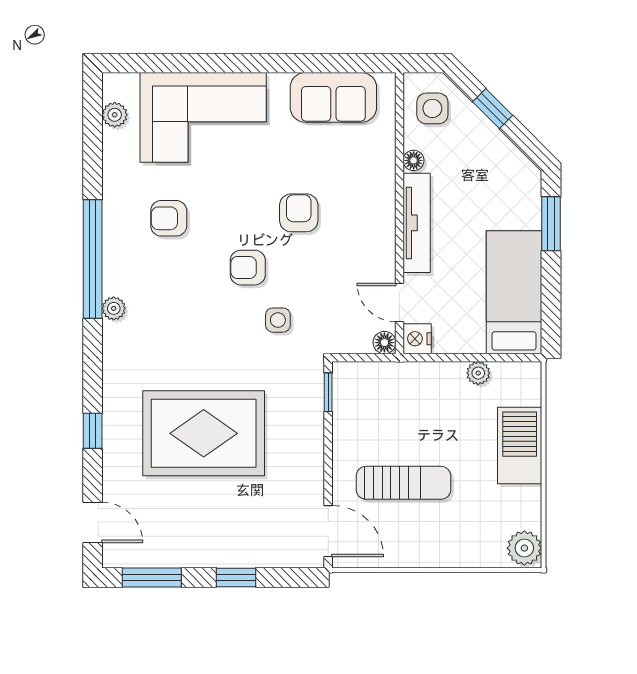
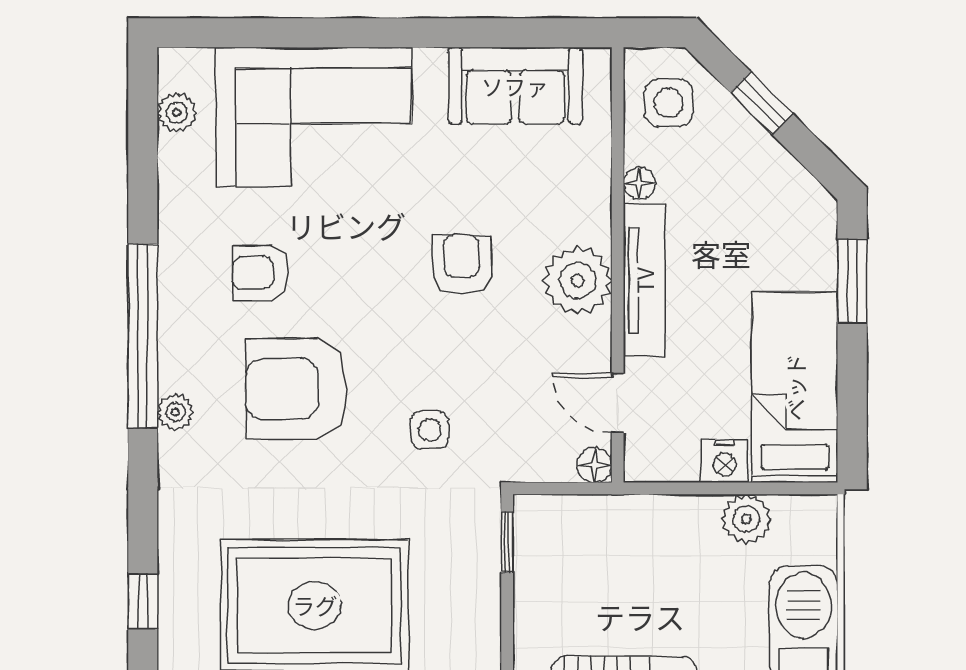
plant: (374, 223) -> (578, 280), added
armchair: (248, 268) -> (296, 389), moved, width x1.88, depth x1.88
nightstand: (417, 339) -> (725, 461), moved, turned -90
plant: (478, 373) -> (746, 519), width x1.38, depth x1.38

